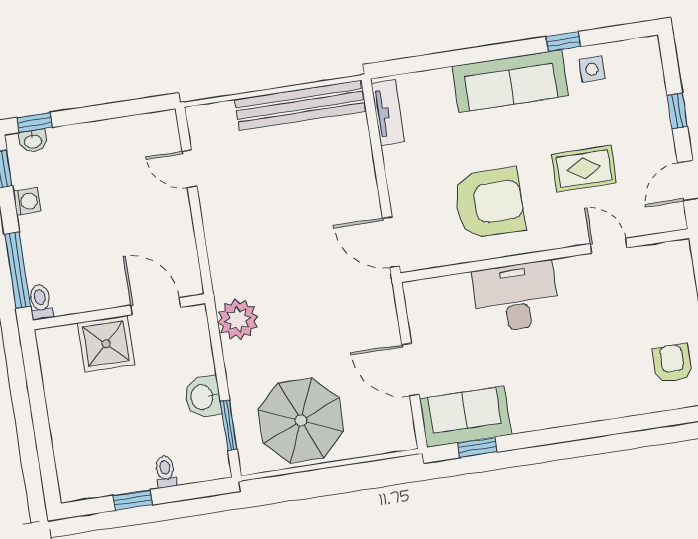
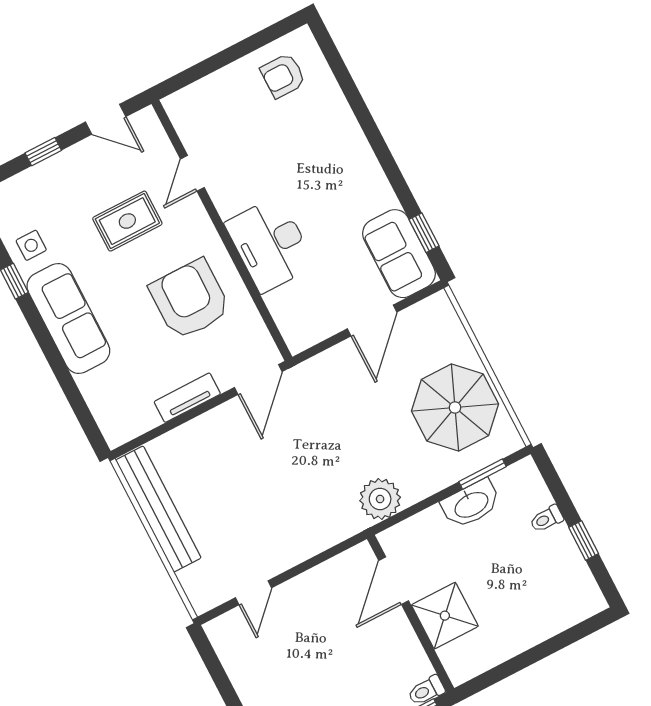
tv unit: (388, 113) -> (187, 398), moved
rug: (584, 169) -> (127, 221), turned 90
washbasin: (203, 397) -> (471, 504), width x1.38

